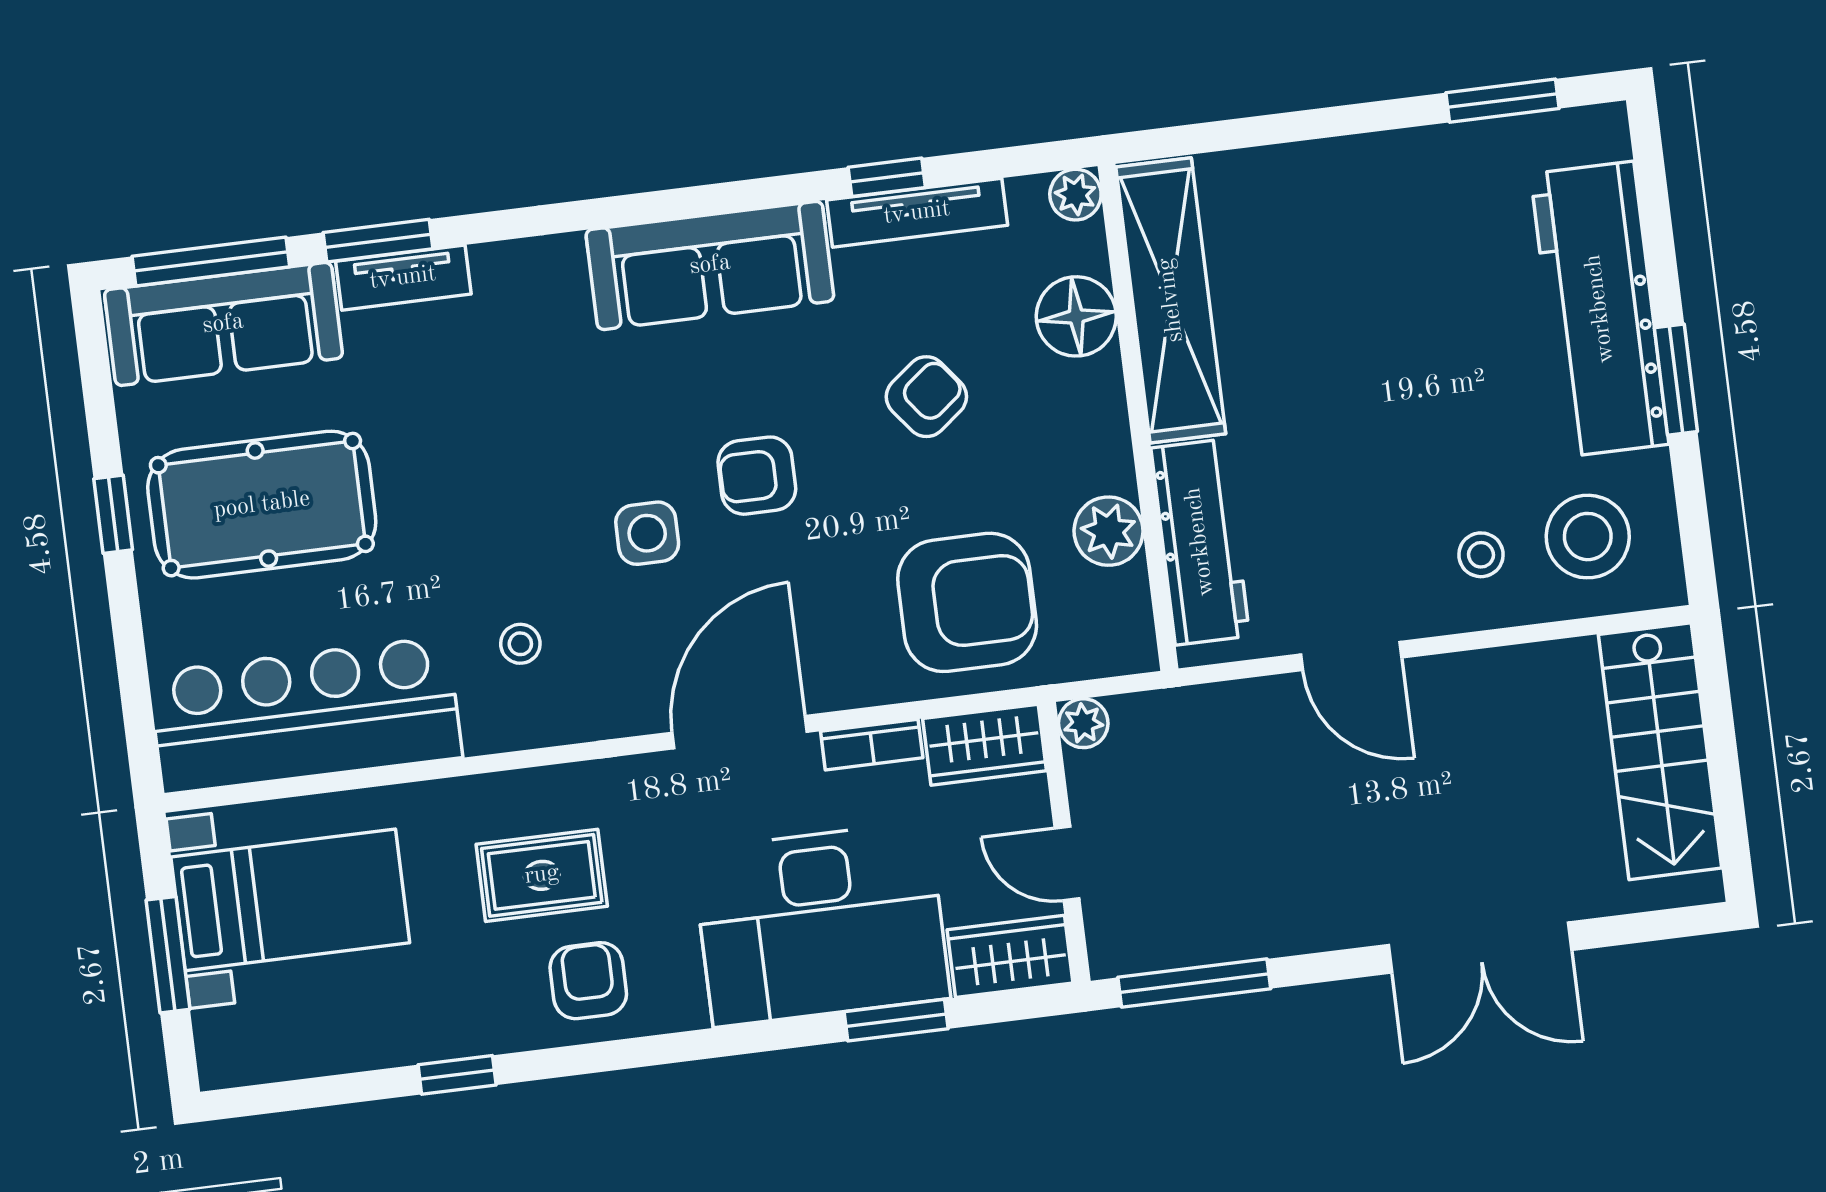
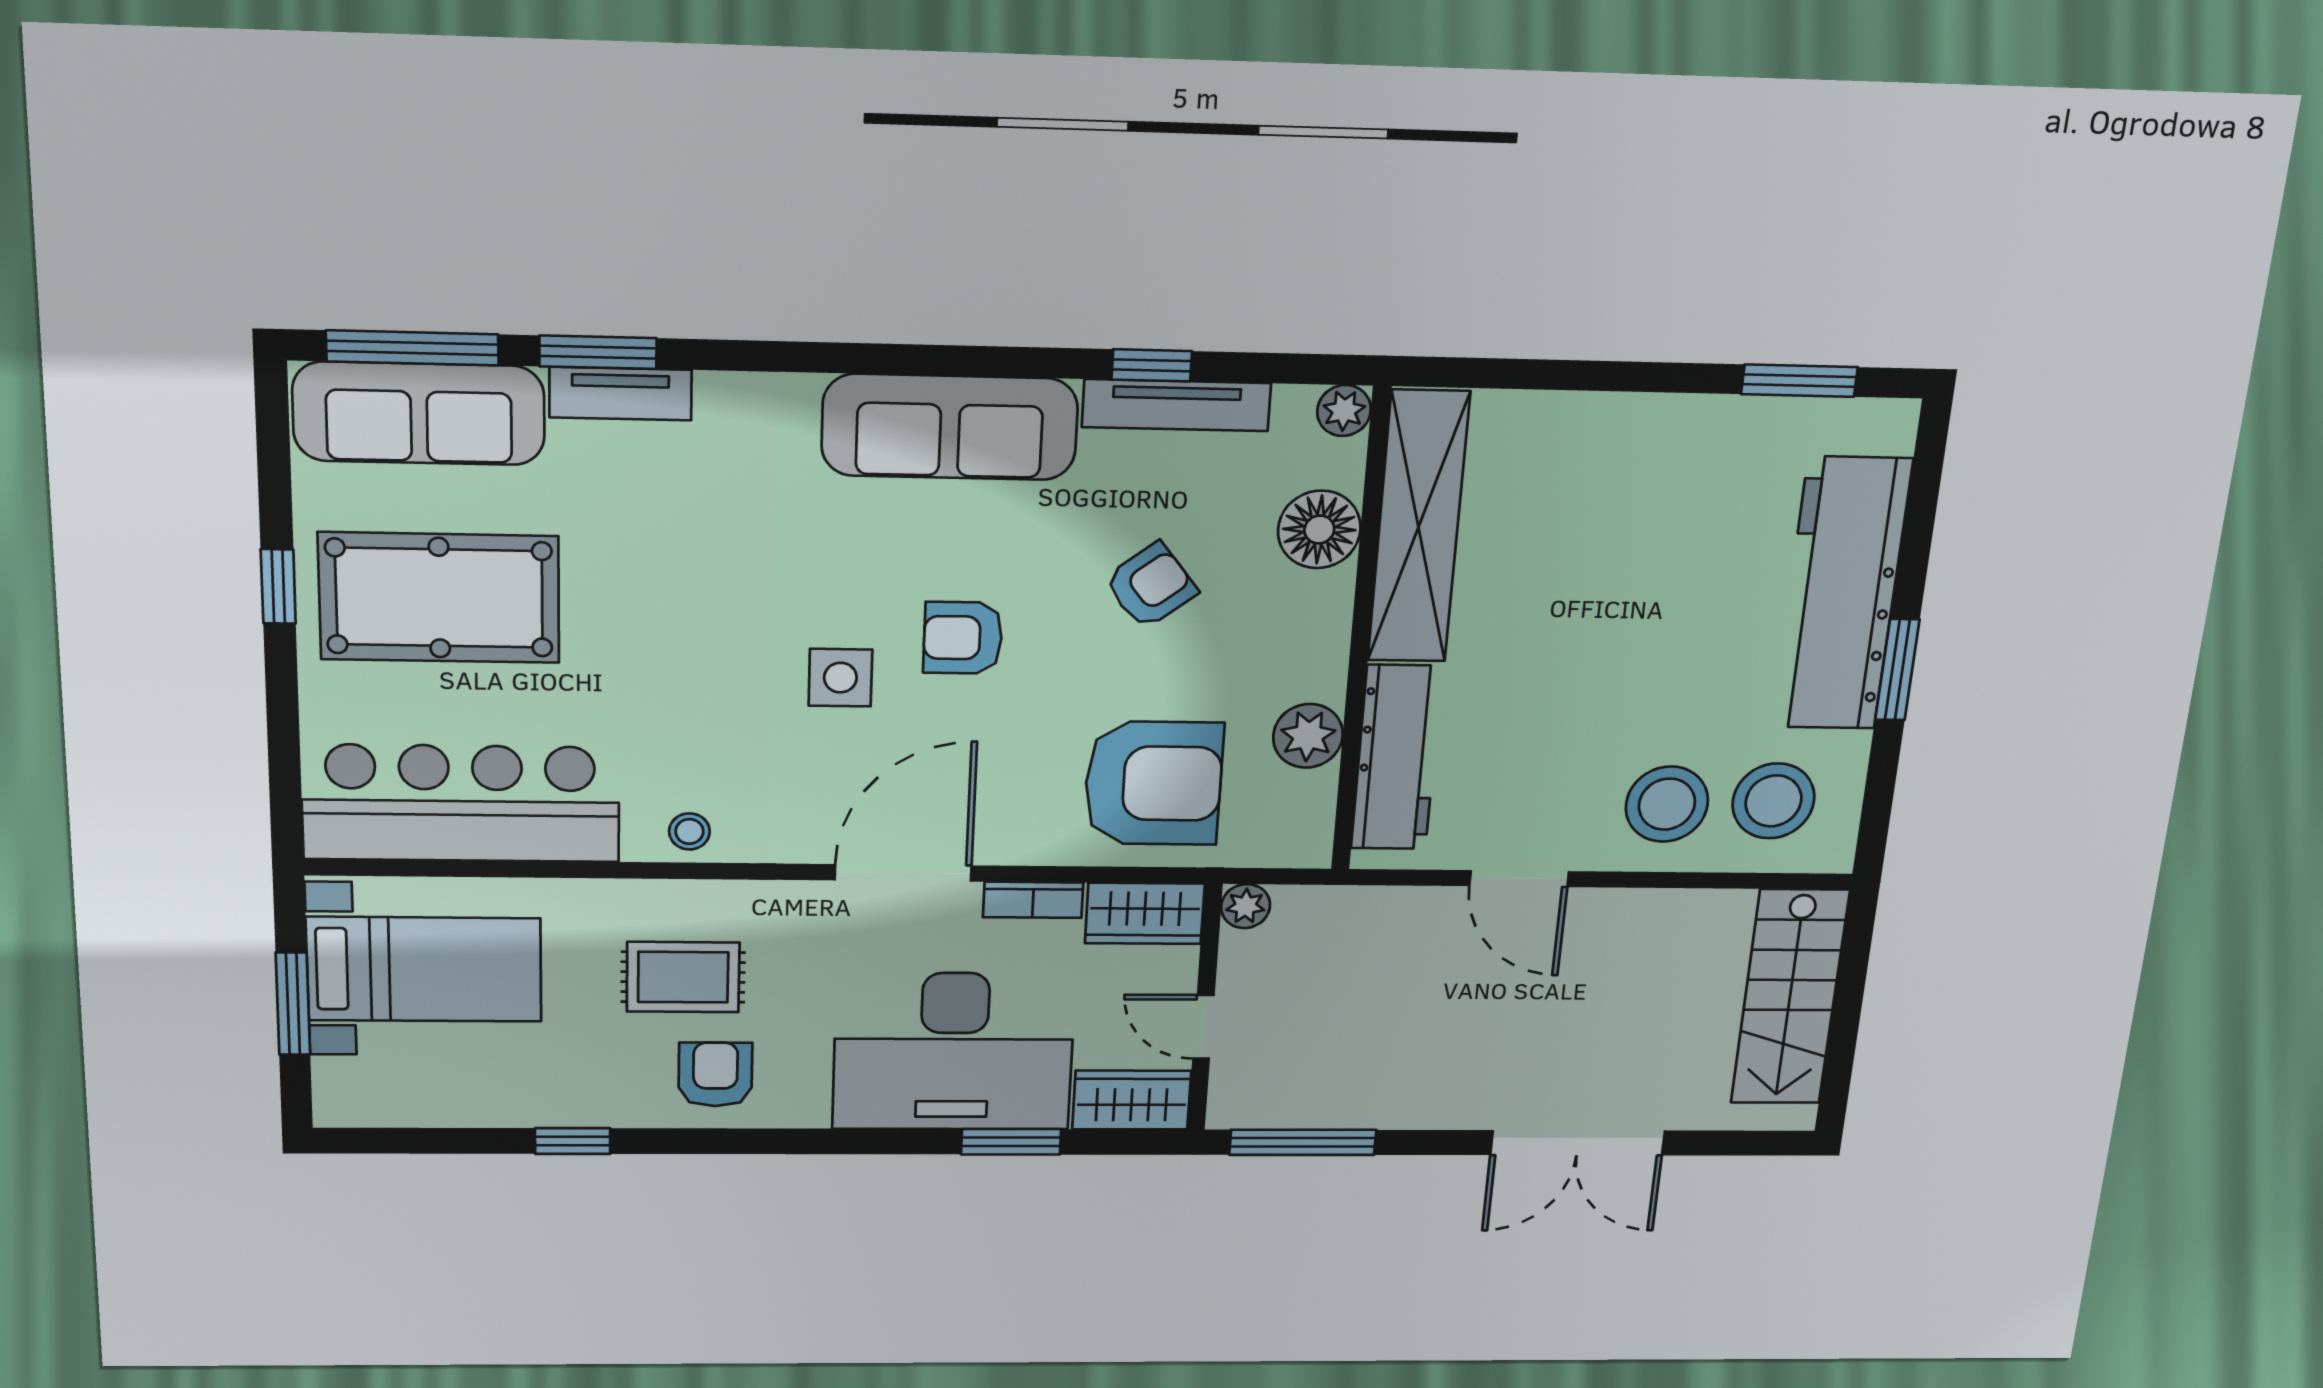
stool: (1481, 555) -> (1667, 804), width x1.89, depth x1.89
stool: (520, 644) -> (689, 831), moved

